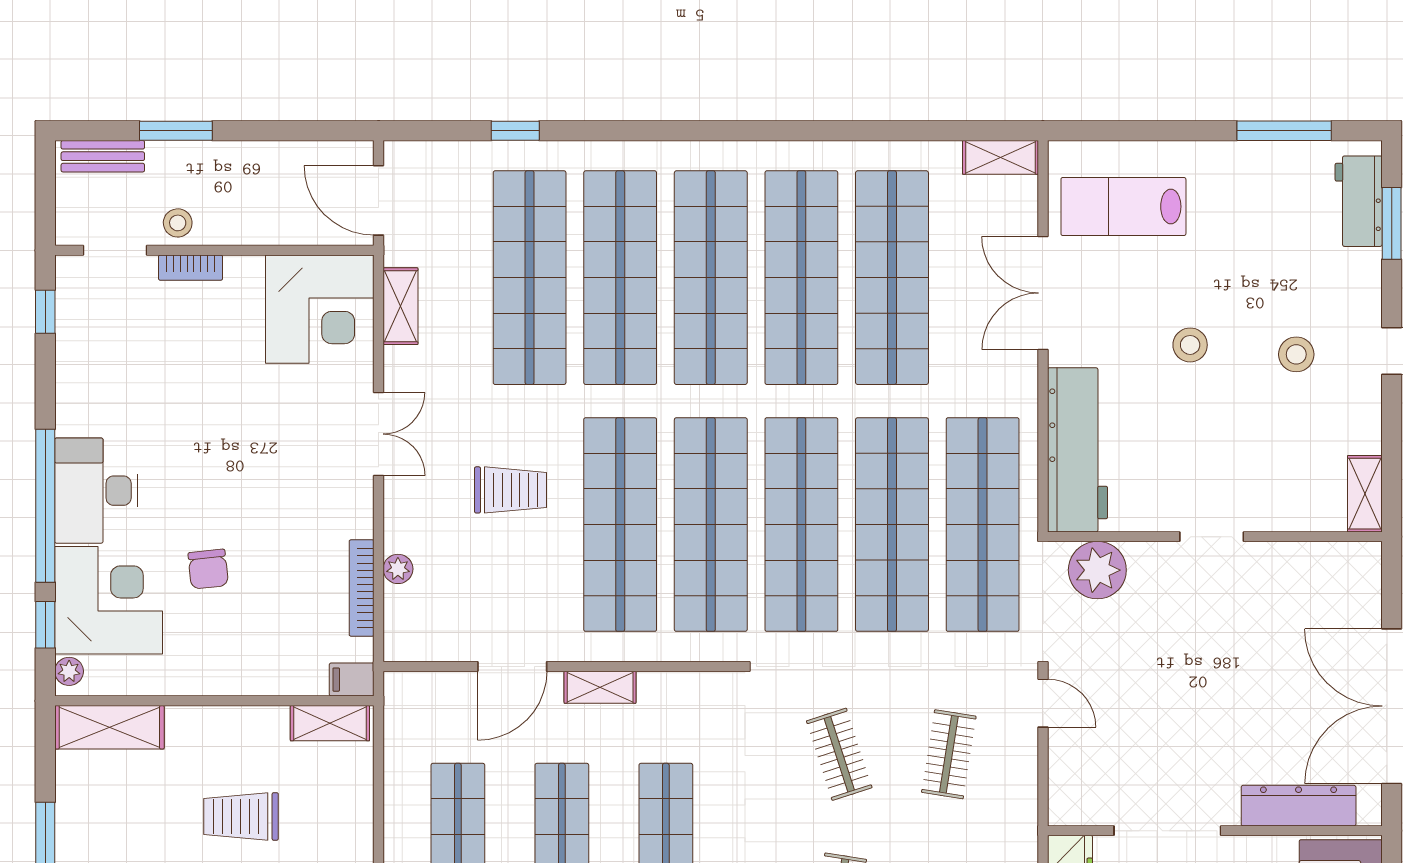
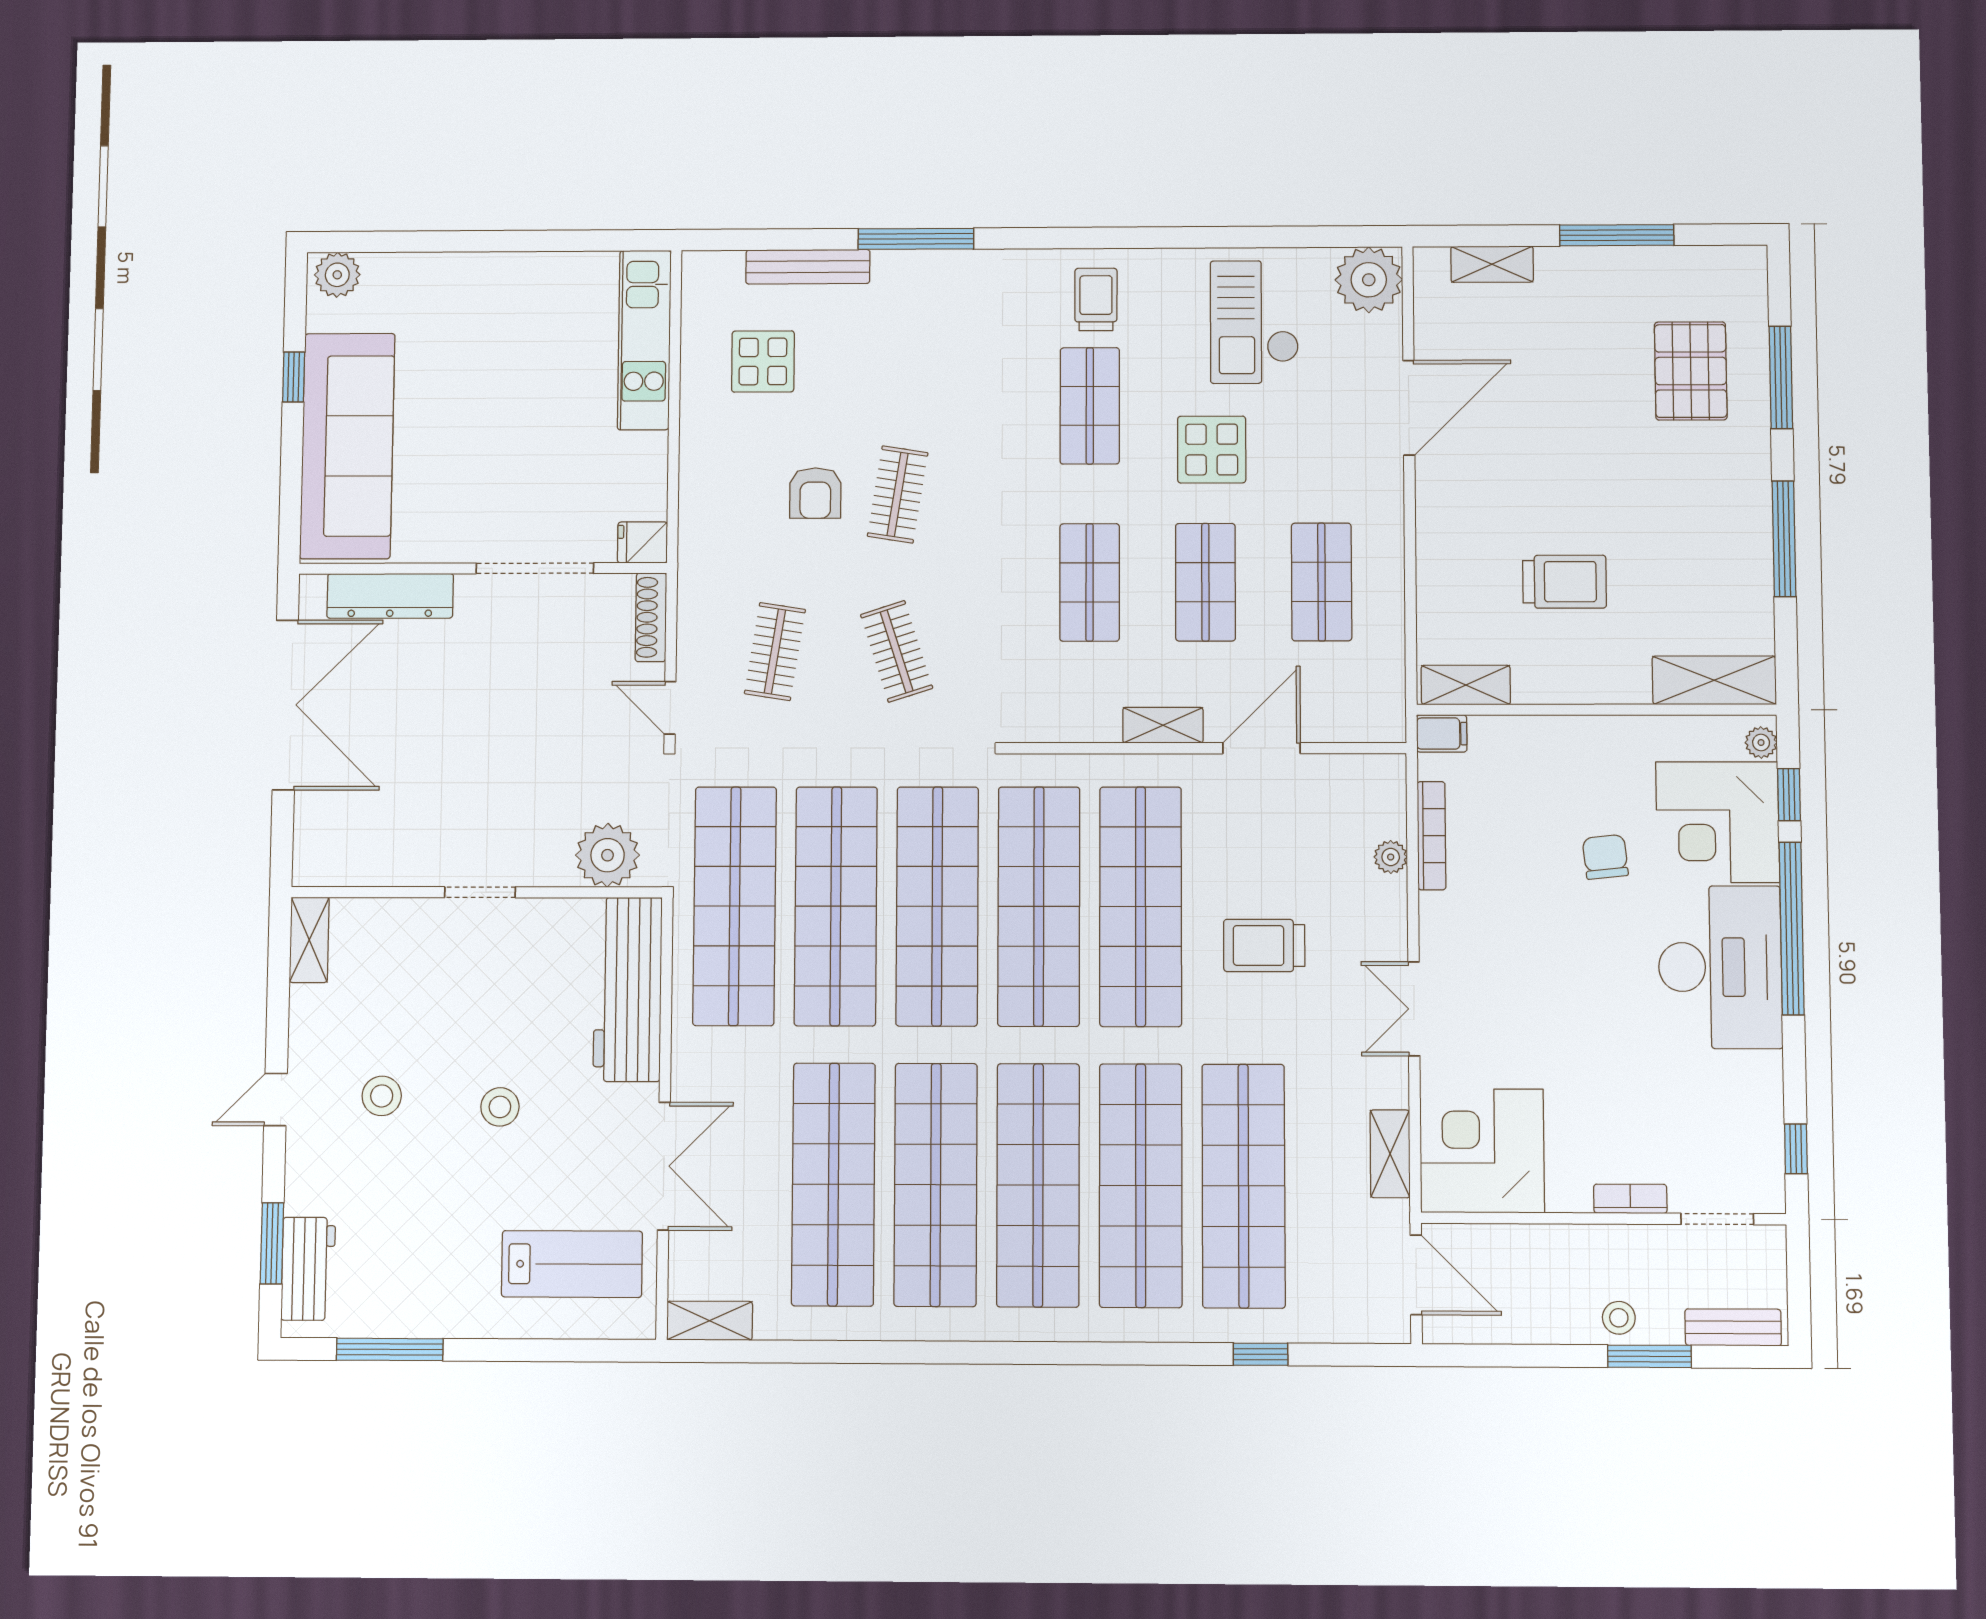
stool: (178, 223) -> (1619, 1318), moved
desk: (96, 491) -> (1720, 967), width x1.36, depth x1.30
shoe rack: (1061, 786) -> (651, 617), added

